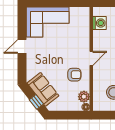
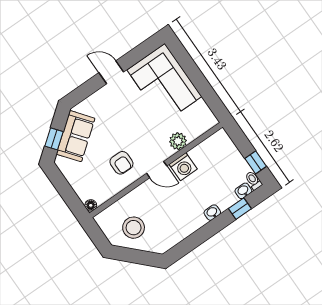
washing machine: (99, 23) -> (183, 167), moved
plant: (84, 97) -> (178, 141), moved

